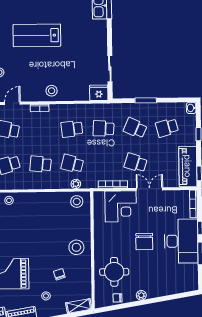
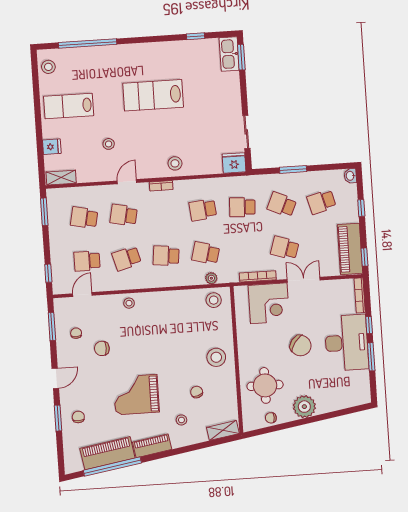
chair: (144, 242) -> (301, 346), turned -54
plant: (141, 295) -> (304, 407), width x1.88, depth x1.88

